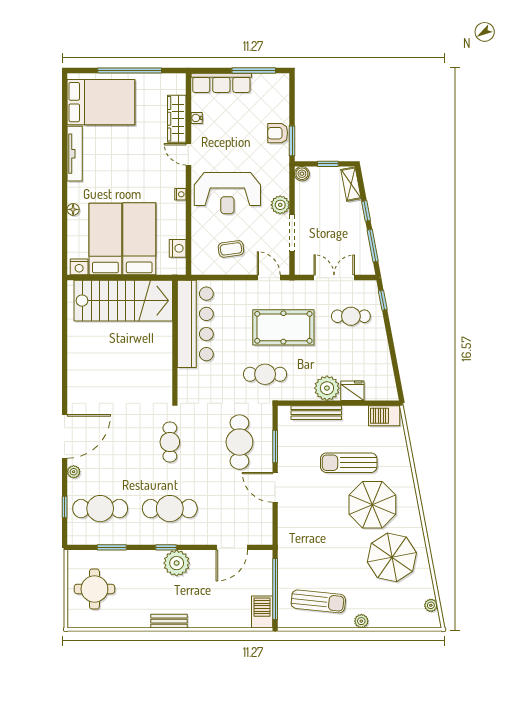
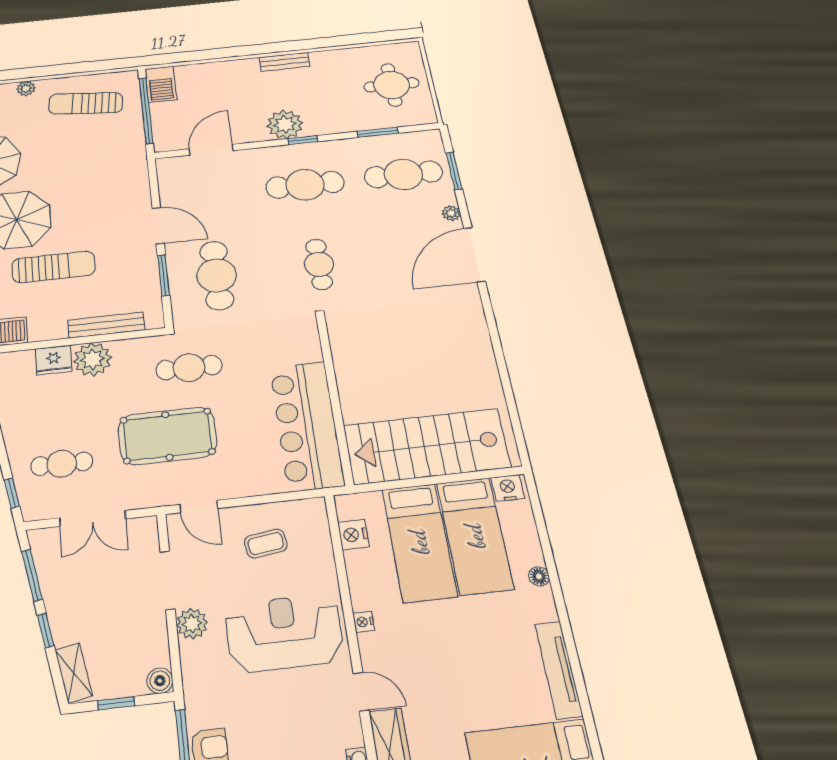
window: (65, 507) -> (454, 171), width x1.50

